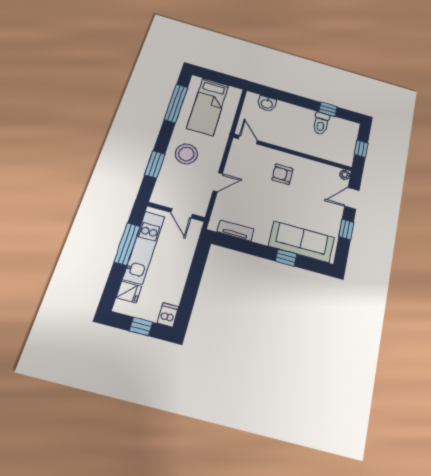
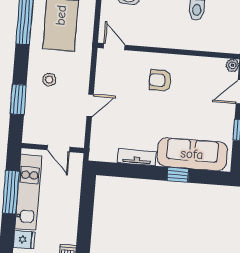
stool: (186, 154) -> (49, 80), width x0.53, depth x0.53
tv unit: (236, 230) -> (137, 157), moved

